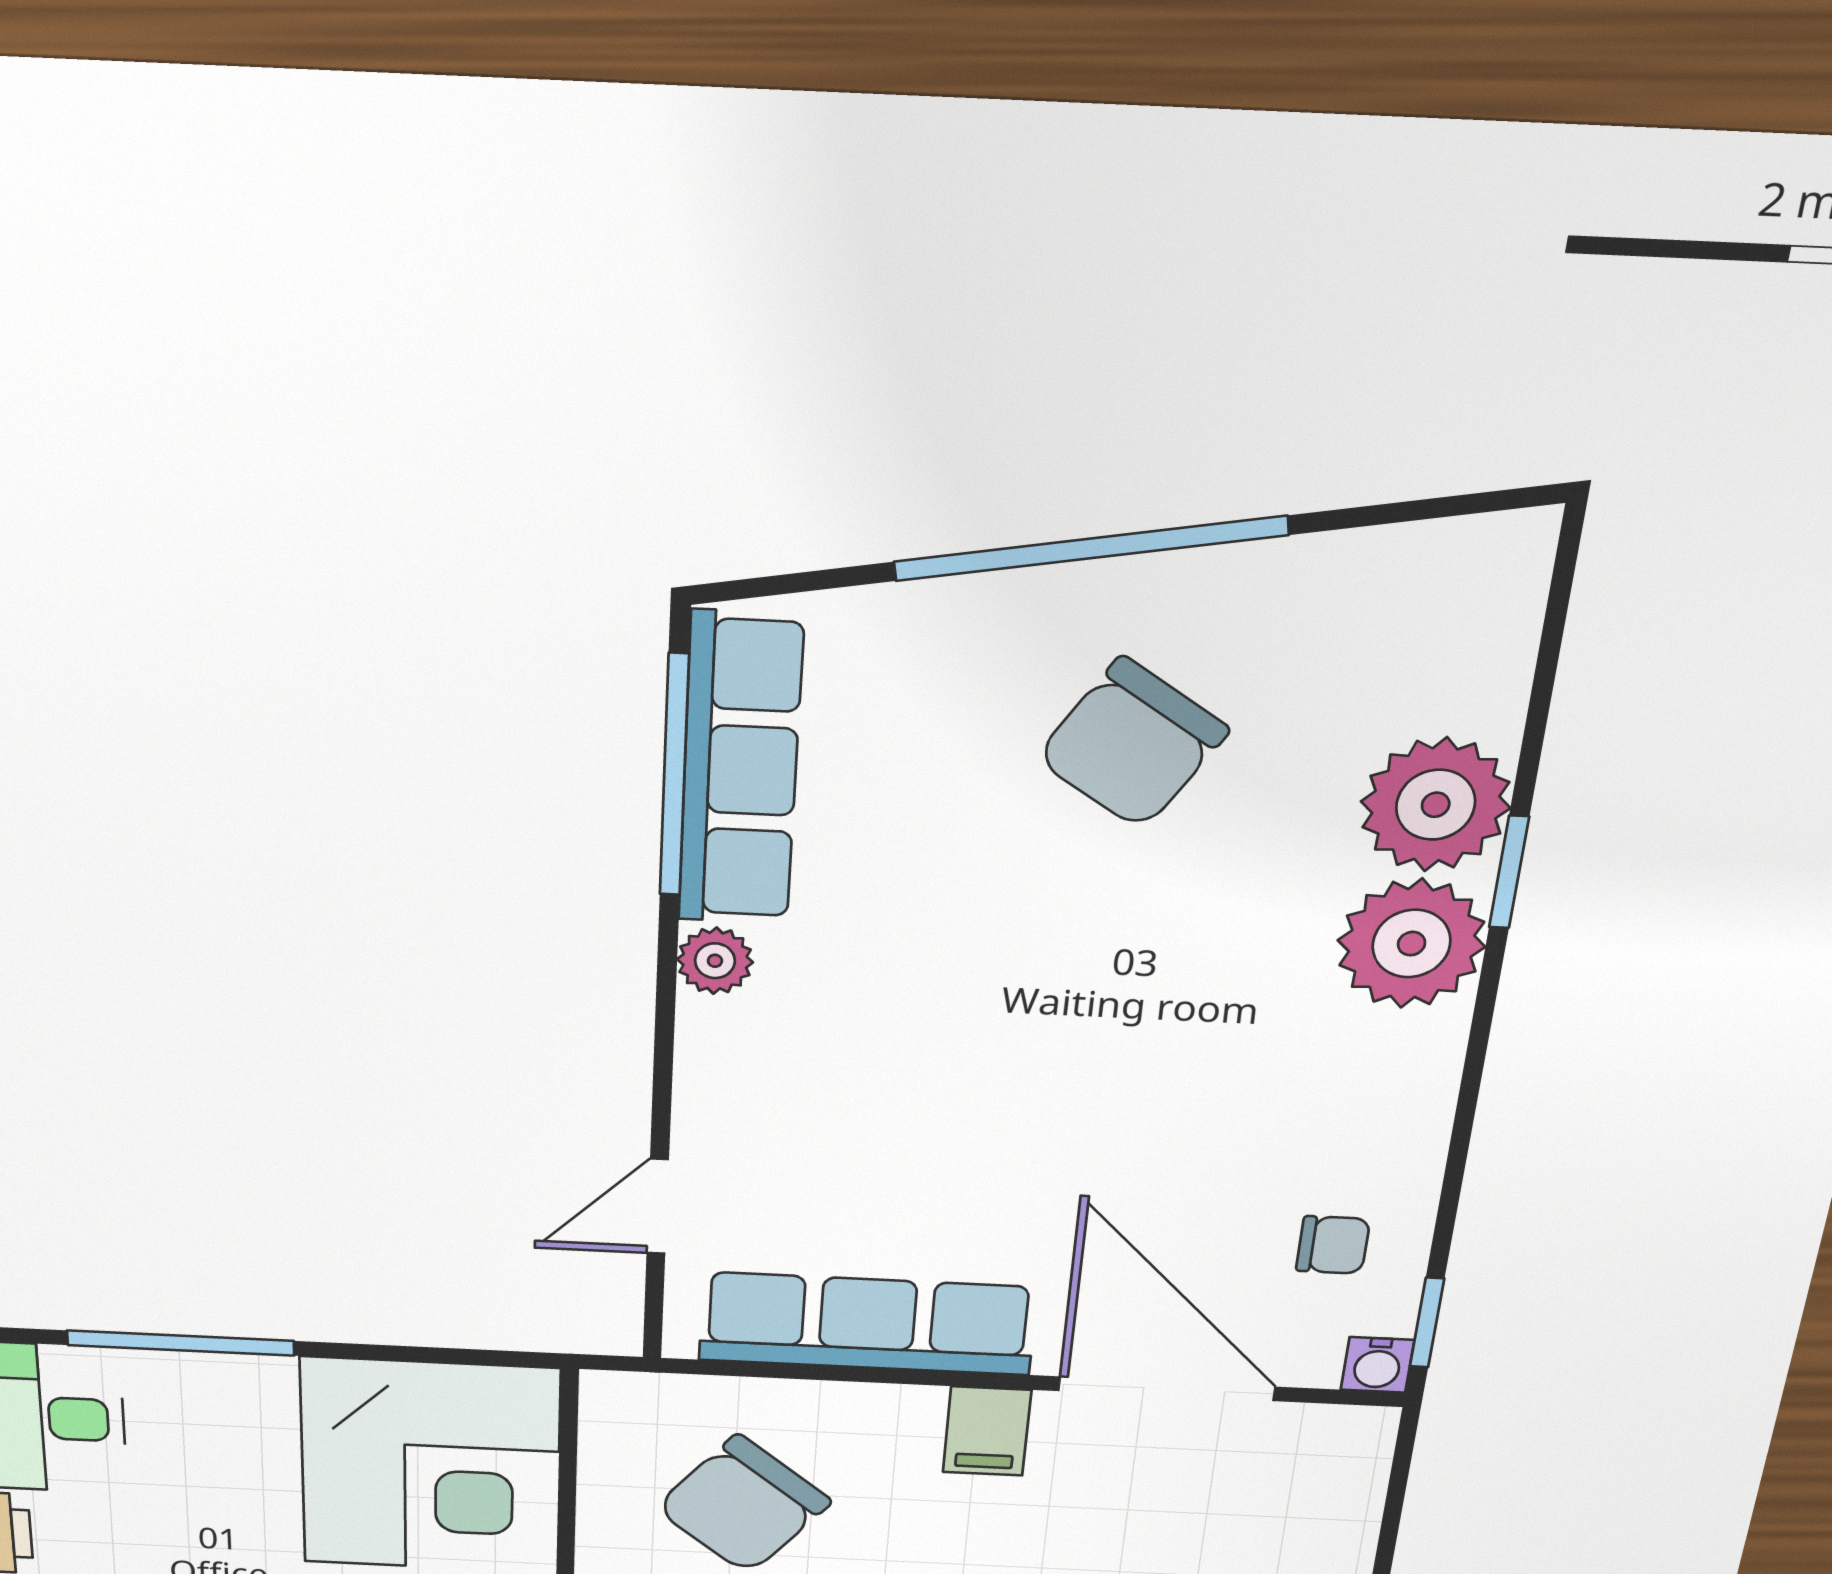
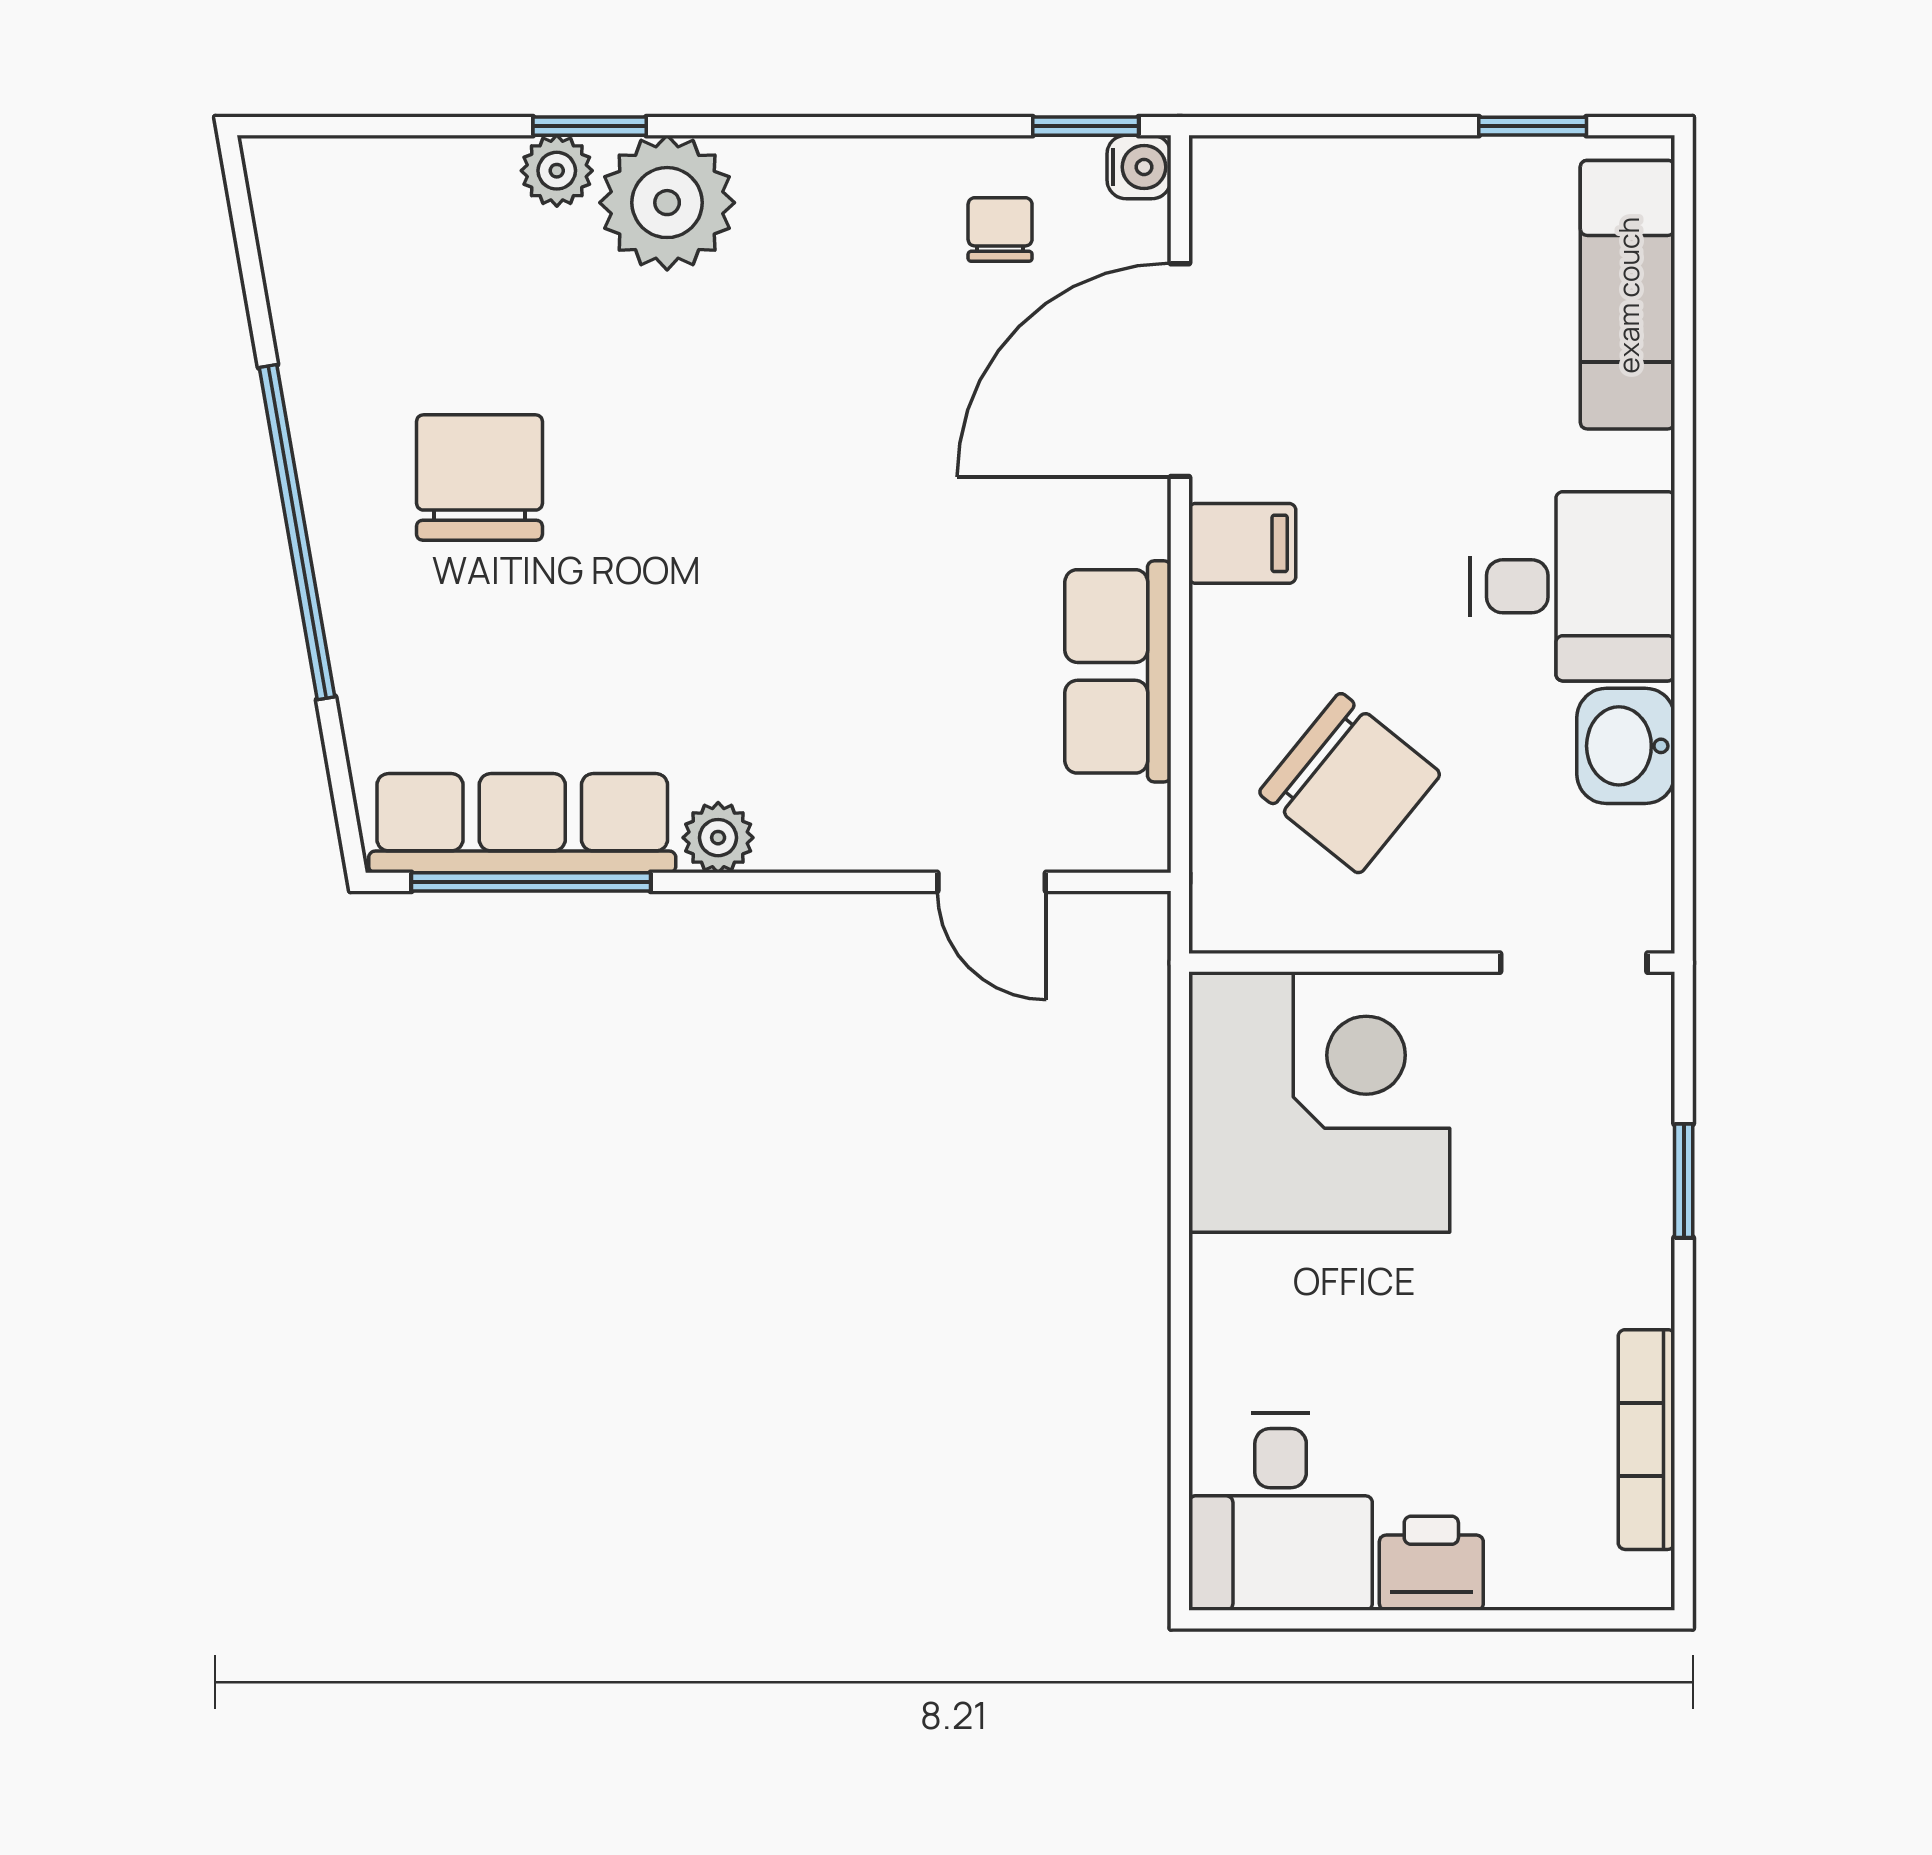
chair: (1132, 744) -> (479, 477), turned -123
plant: (1436, 805) -> (557, 171), width x0.53, depth x0.53
row of seats: (867, 1324) -> (1118, 671), width x0.68
window: (181, 1343) -> (1180, 1351), removed

